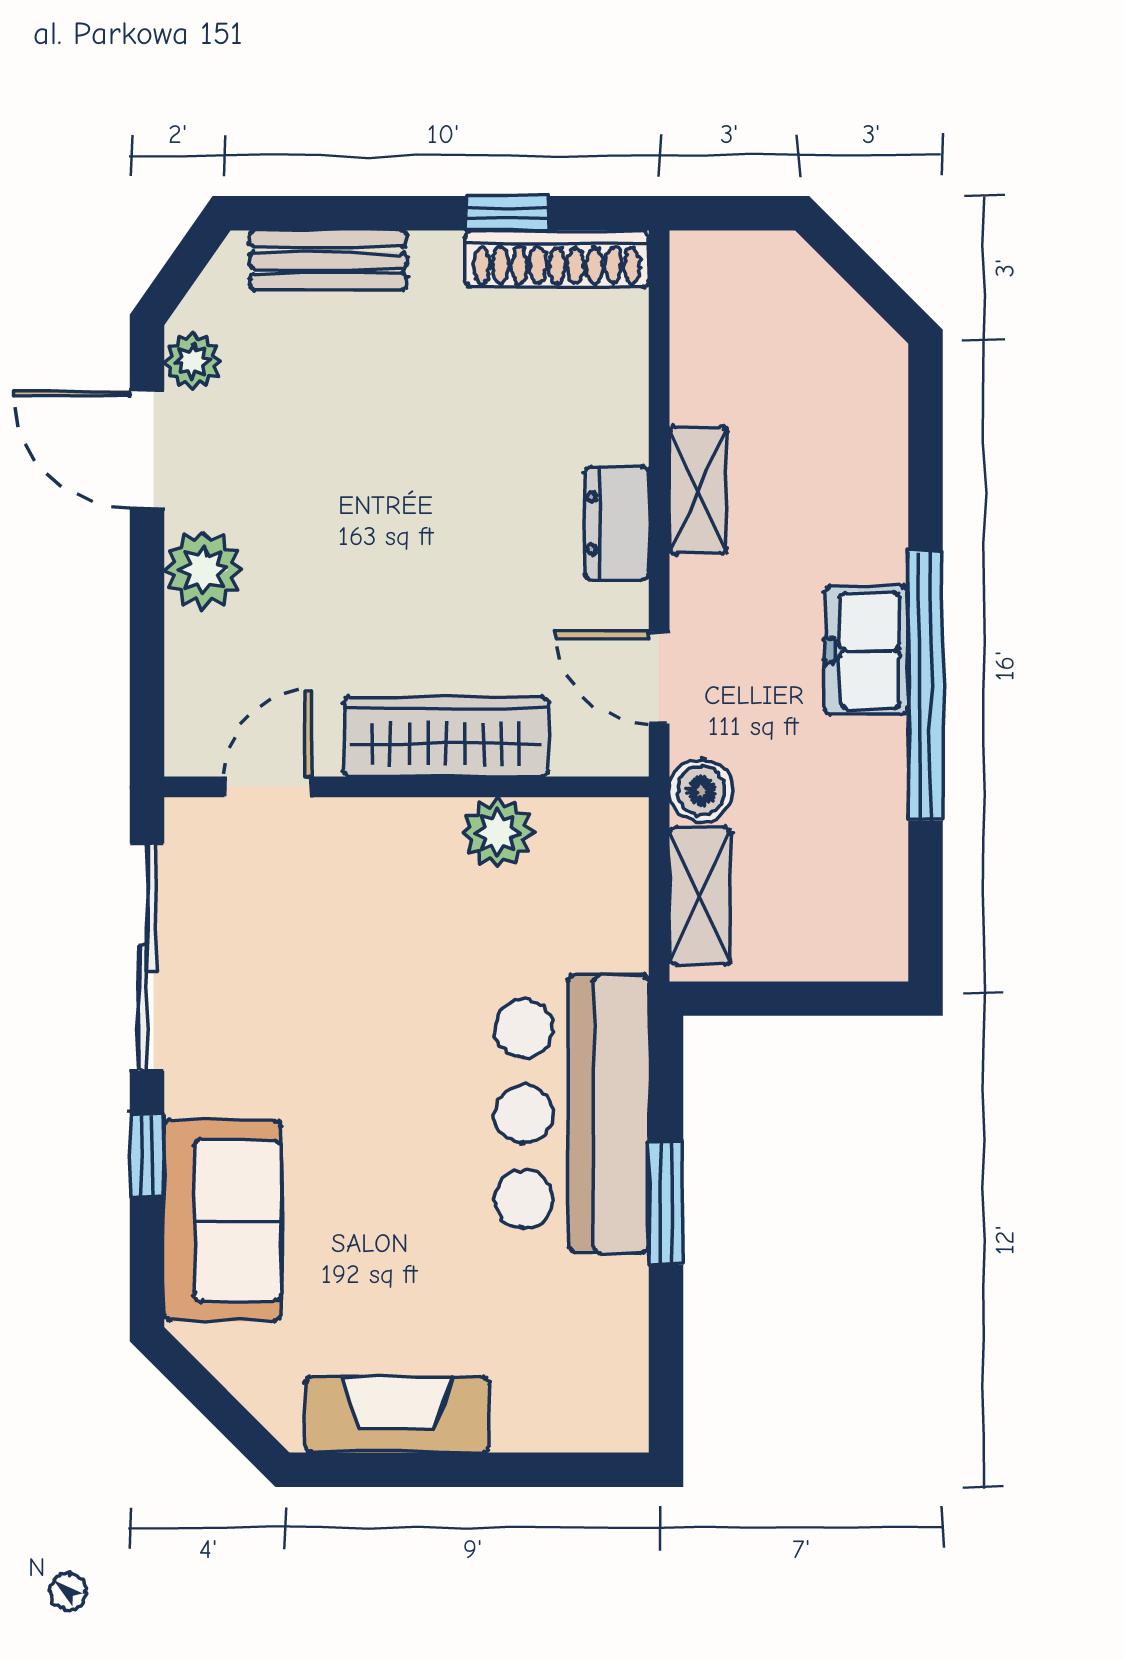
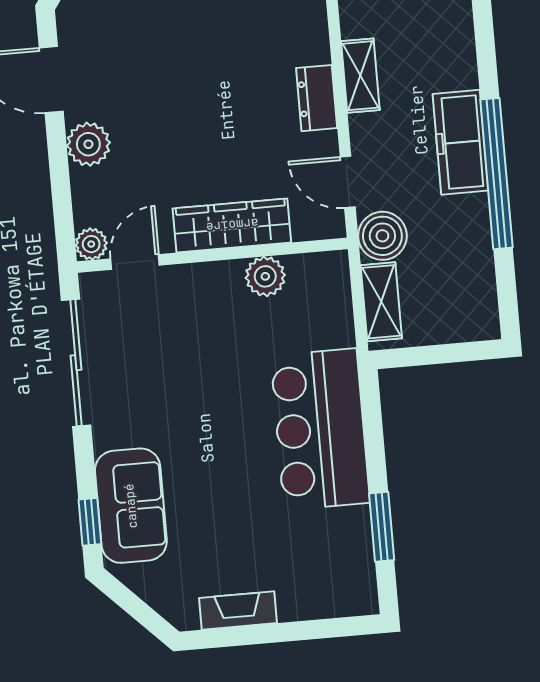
plant: (192, 361) -> (91, 244), moved
freezer: (866, 650) -> (460, 142), width x1.40
boiler: (701, 790) -> (382, 236), width x1.36, depth x1.36
window: (147, 1155) -> (90, 522), moved
window: (666, 1203) -> (382, 527), moved
fireplace: (397, 1415) -> (238, 611), width x0.73, depth x0.76

